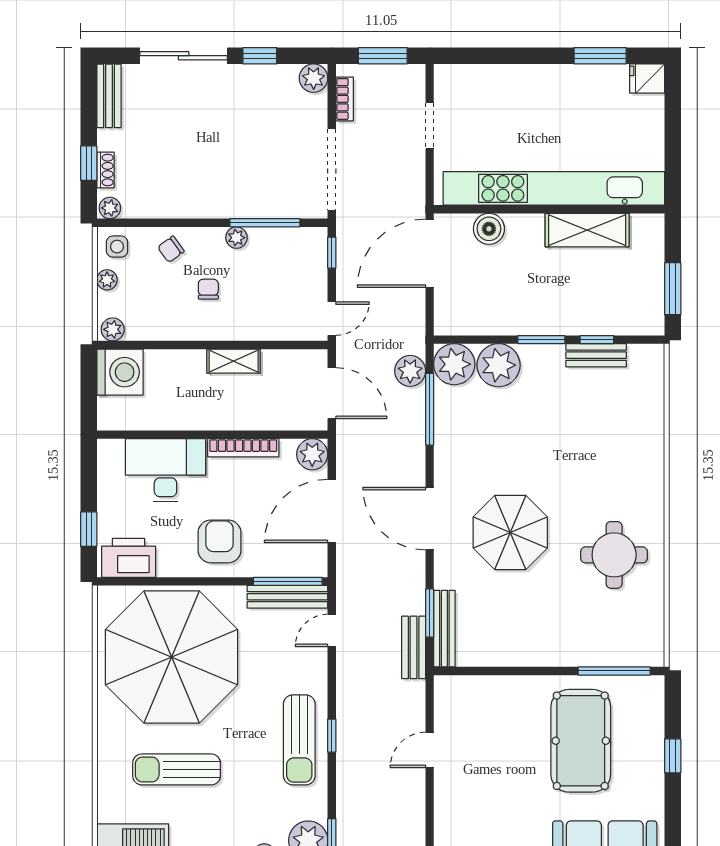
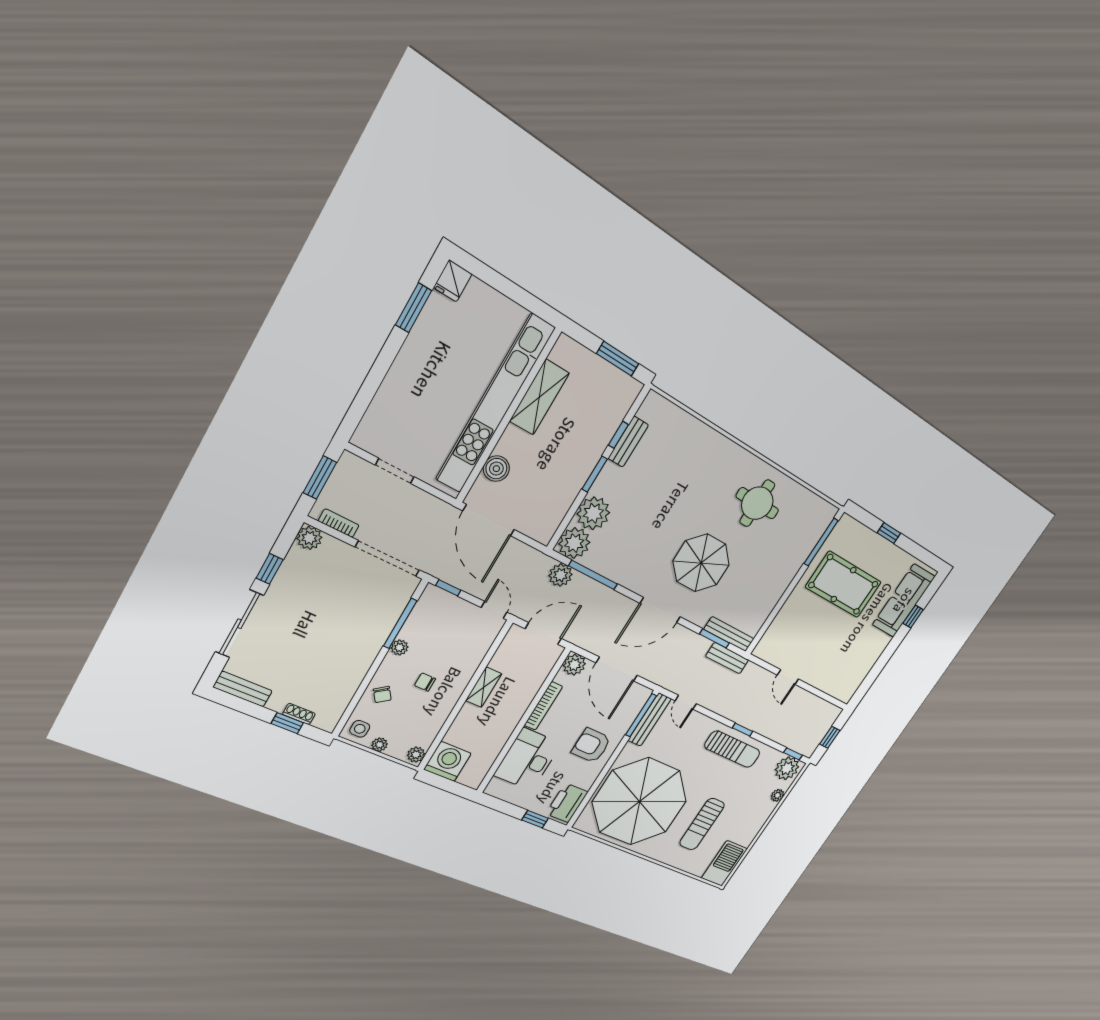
plant: (110, 208) -> (329, 722), removed

